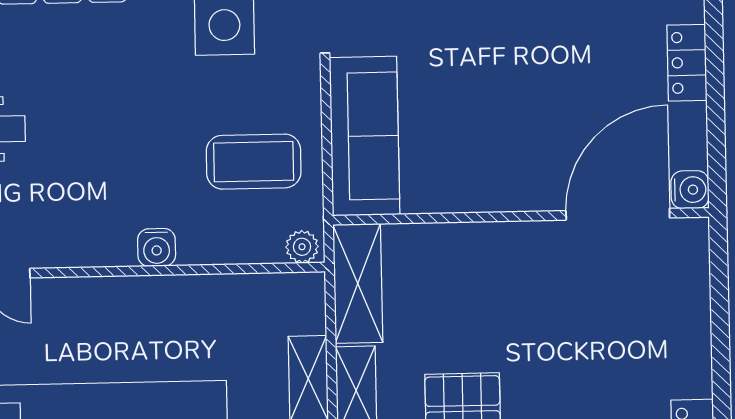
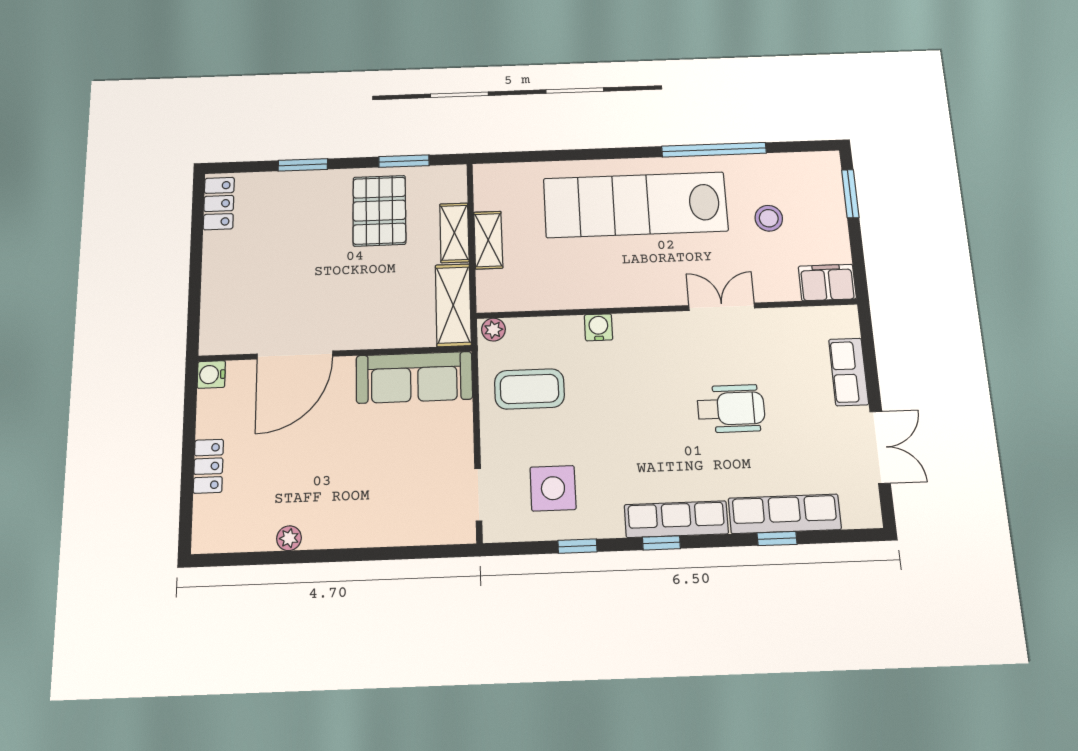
sofa: (365, 136) -> (414, 377), moved, turned -90
door: (618, 214) -> (295, 355), moved

